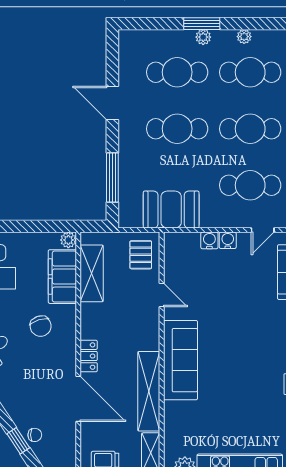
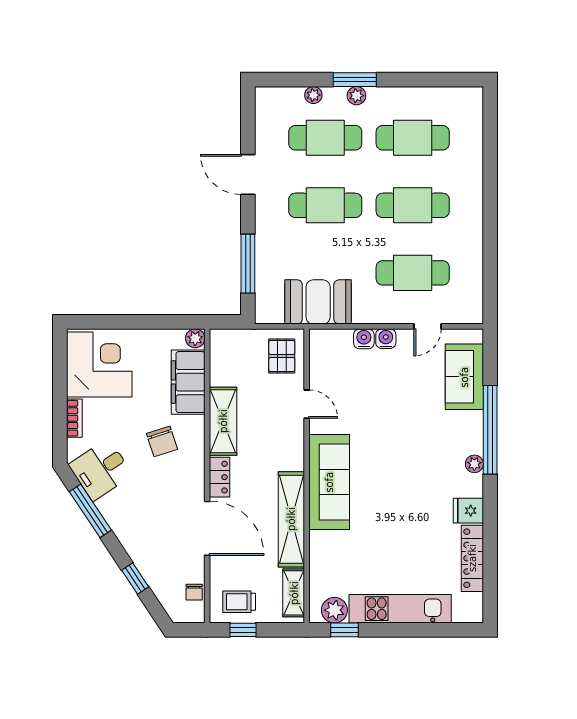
plant: (244, 37) -> (313, 95), moved
shelving: (92, 273) -> (223, 421), moved
chair: (35, 435) -> (194, 592), moved, turned 90

